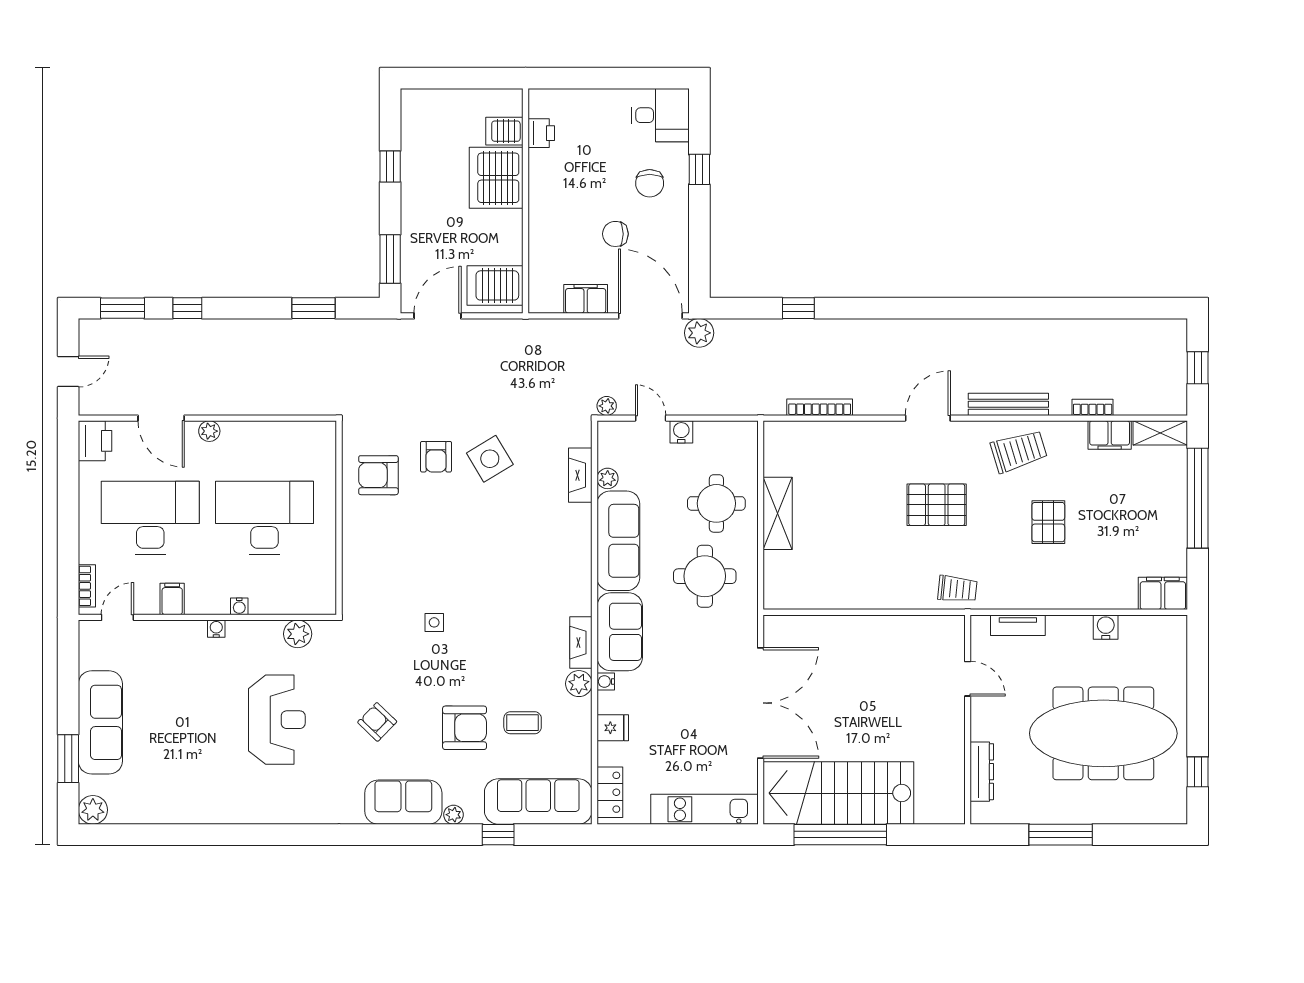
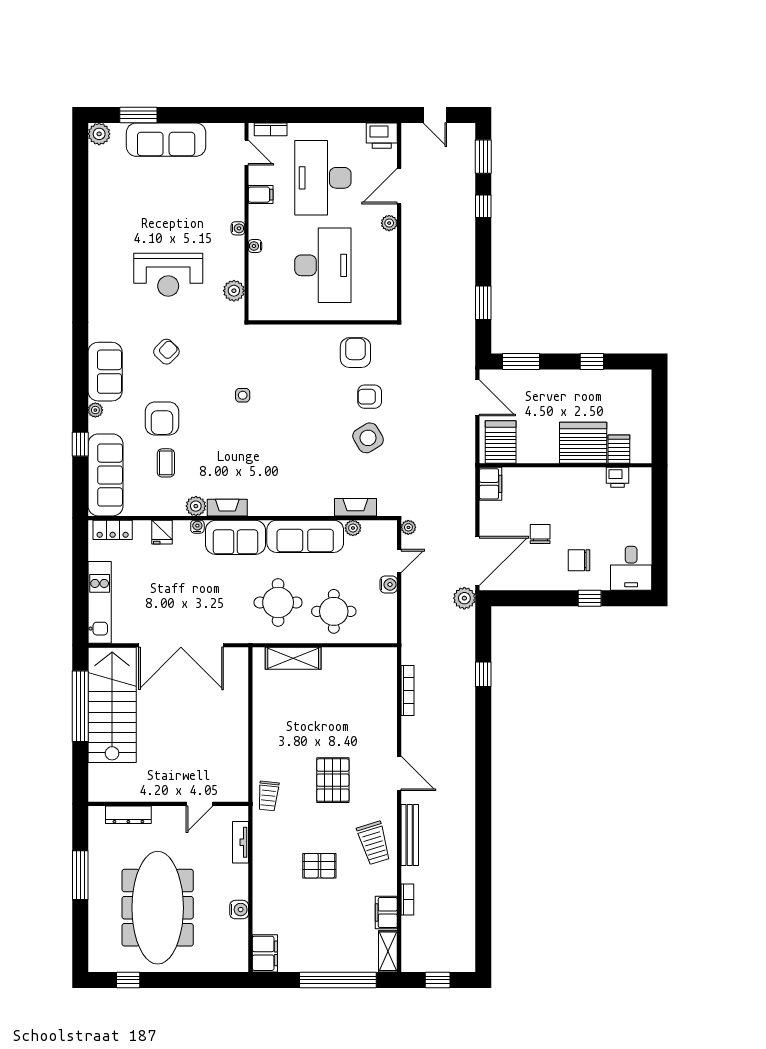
filing cabinet: (586, 299) -> (490, 484), moved
shelving: (778, 513) -> (293, 658), moved
desk: (150, 518) -> (323, 178), turned 180

